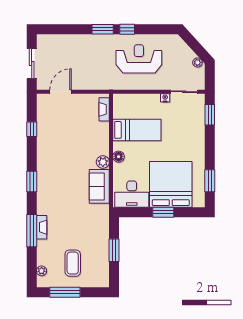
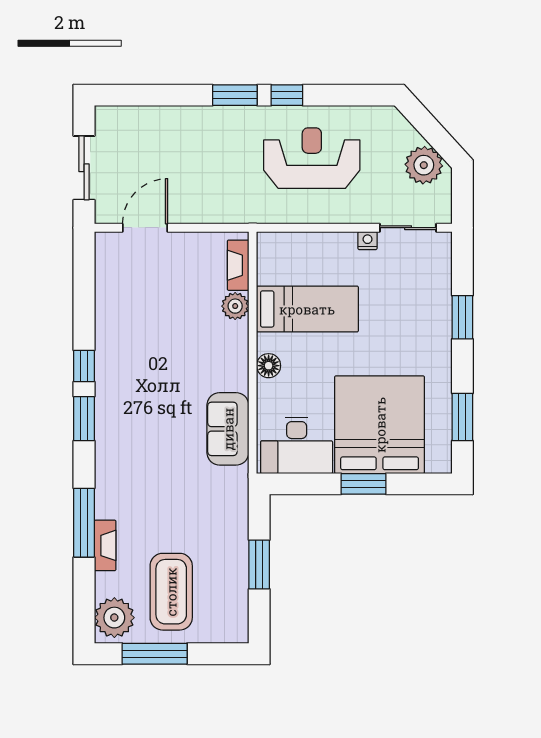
plant: (197, 63) -> (424, 165), width x1.88, depth x1.88
window: (210, 115) -> (462, 317), moved
window: (32, 129) -> (84, 366), moved
plant: (103, 162) -> (235, 306), moved
fireplace: (42, 227) -> (105, 545), moved
coffee table: (73, 263) -> (171, 592), width x1.36, depth x1.32
plant: (42, 271) -> (114, 618), width x1.87, depth x1.87

